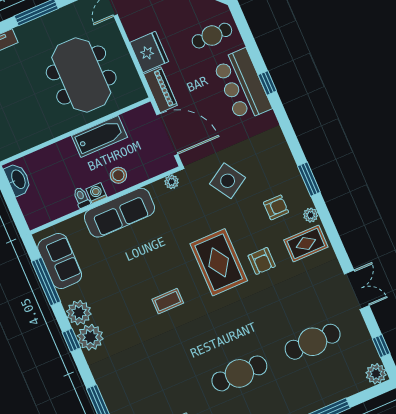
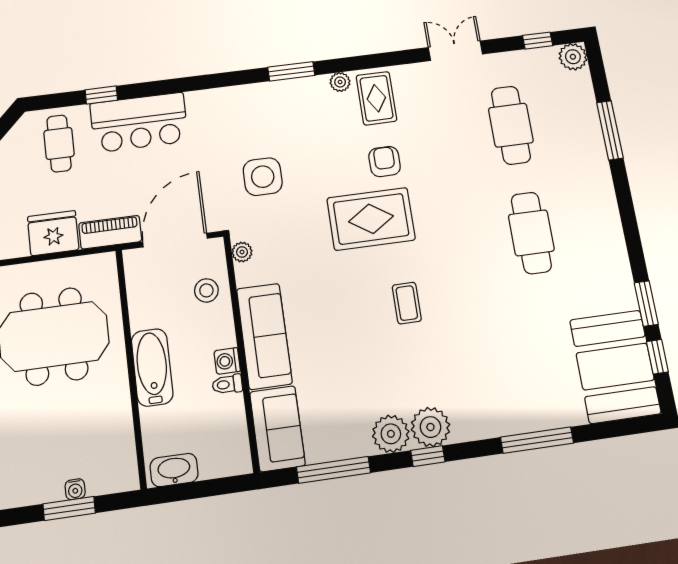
window: (267, 83) -> (101, 95), moved
bathtub: (100, 136) -> (152, 367), moved
stool: (118, 175) -> (206, 290), moved
side table: (228, 181) -> (263, 177), turned 32
armchair: (276, 207) -> (317, 123), removed
sofa: (60, 261) -> (277, 429), moved, turned 90
armchair: (262, 261) -> (385, 162), turned -90

